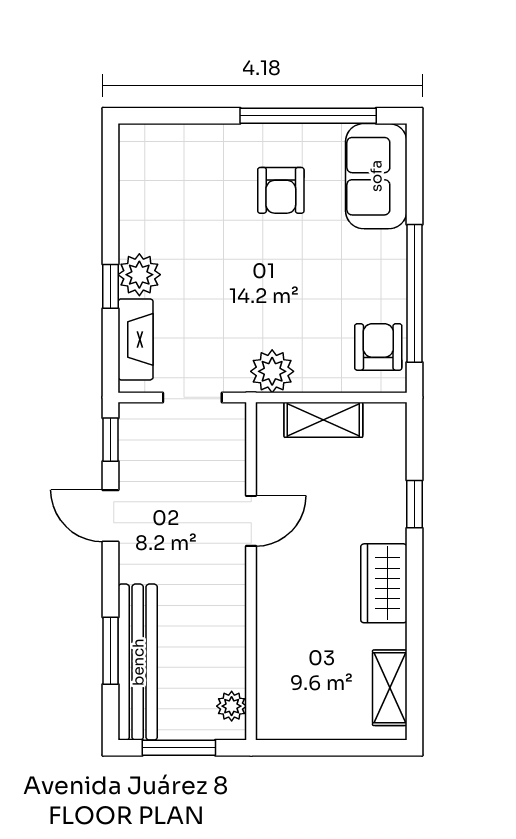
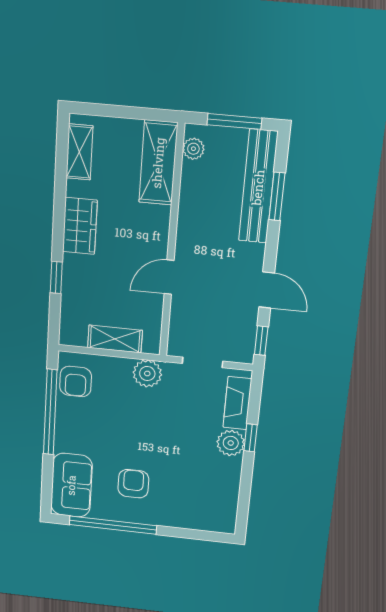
shelving: (279, 683) -> (158, 163), added

